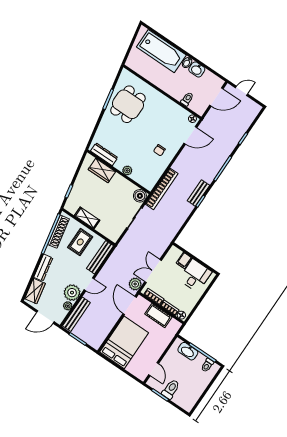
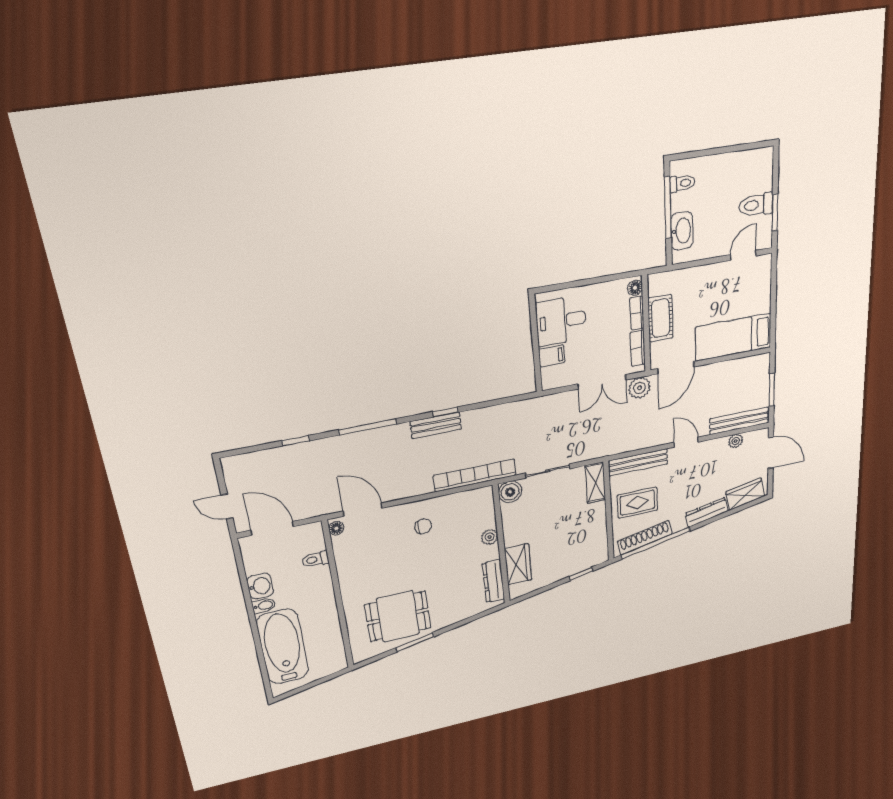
shelving: (87, 218) -> (595, 483), moved
plant: (72, 293) -> (714, 452), removed
bed: (124, 342) -> (733, 337), width x0.67

